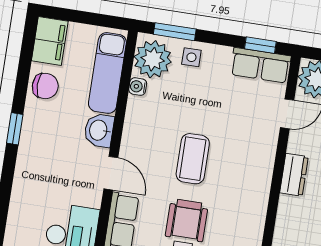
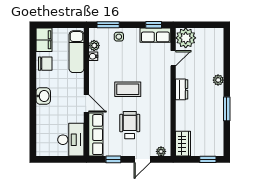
plant: (153, 59) -> (94, 46), width x0.53, depth x0.53
window: (15, 129) -> (33, 88), removed
washbasin: (99, 130) -> (43, 96), moved, turned 180
coffee table: (193, 159) -> (128, 89), turned 90

